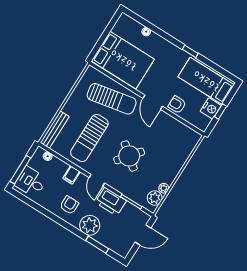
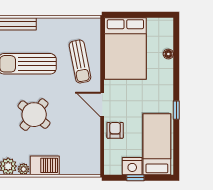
sun lounger: (112, 99) -> (80, 61), width x0.73, depth x0.75
door: (153, 102) -> (102, 104), hinge flipped
barbecue: (171, 171) -> (45, 165), added

